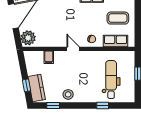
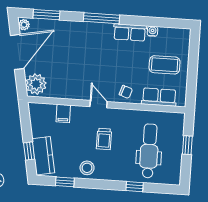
trolley: (79, 73) -> (104, 139), added

